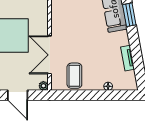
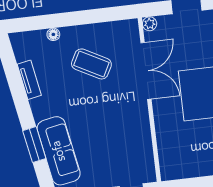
coffee table: (74, 76) -> (91, 64), moved, turned -62

